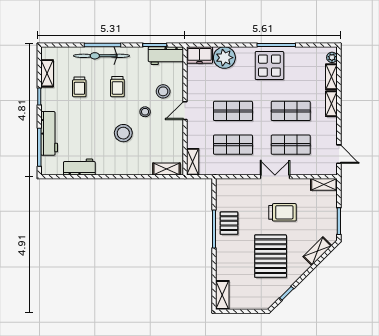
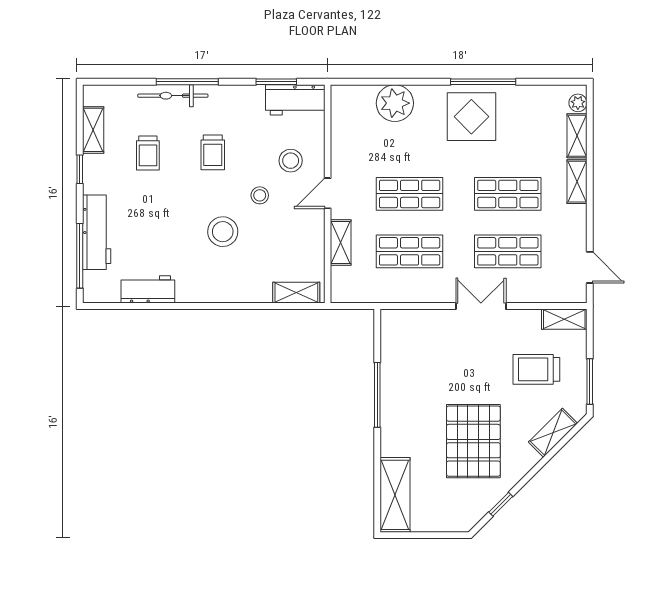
freezer: (200, 55) -> (352, 99), removed
bicycle: (102, 56) -> (173, 96), width x0.73, depth x0.71
shelving: (193, 162) -> (341, 242), moved
trolley: (282, 212) -> (536, 369), moved, turned 180
pallet: (229, 223) -> (403, 385), removed
shelving: (222, 295) -> (395, 495), width x1.50, depth x1.33

